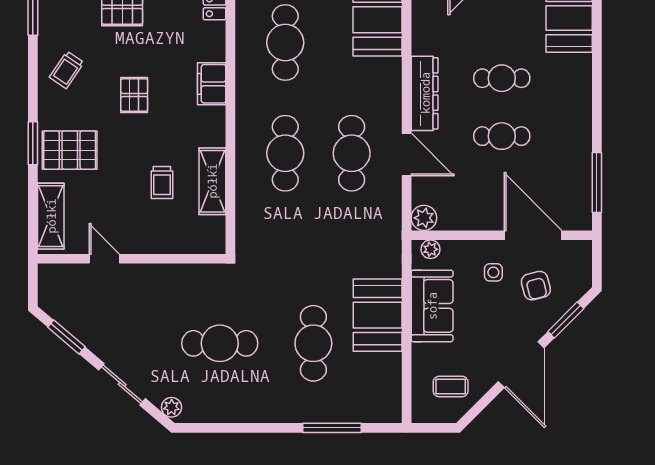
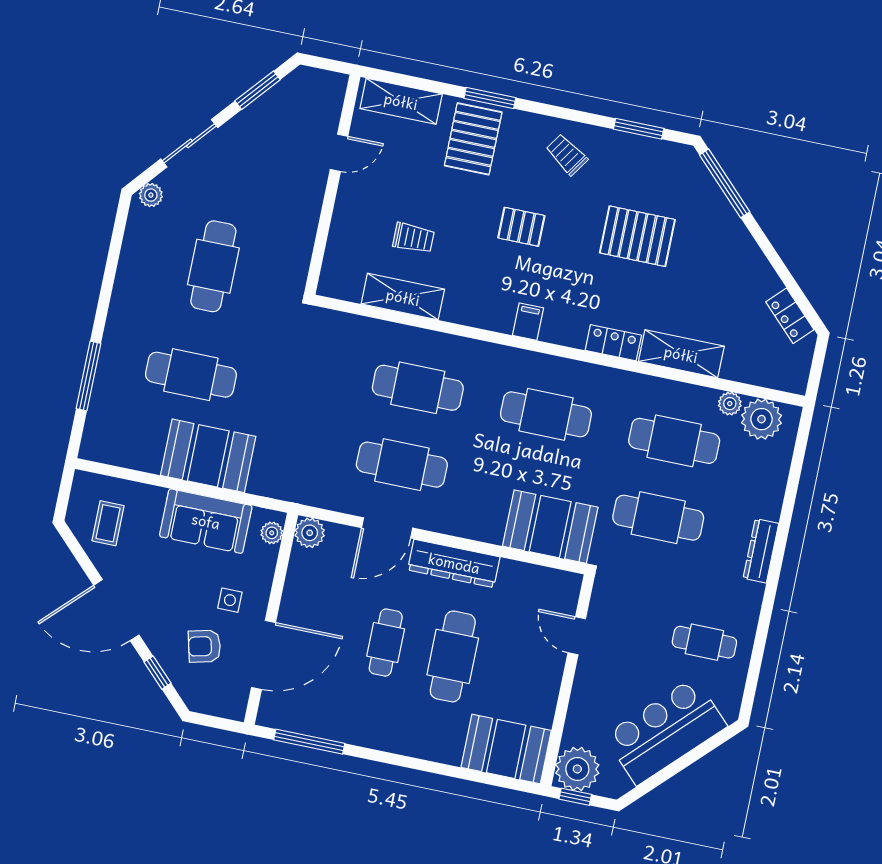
cafe table: (502, 78) -> (453, 656), width x1.37, depth x1.35
filing cabinet: (212, 84) -> (528, 322), width x0.50
trolley: (162, 182) -> (413, 238), turned 180
window: (566, 320) -> (157, 673), width x0.67

